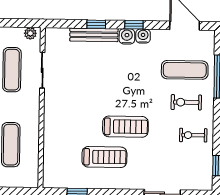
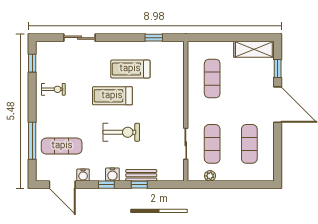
plant: (30, 33) -> (210, 176), moved
bench: (94, 35) -> (141, 175), width x0.73
water cooler: (143, 36) -> (83, 175), moved
exercise bike: (186, 102) -> (121, 132), moved, width x1.38, depth x1.39

